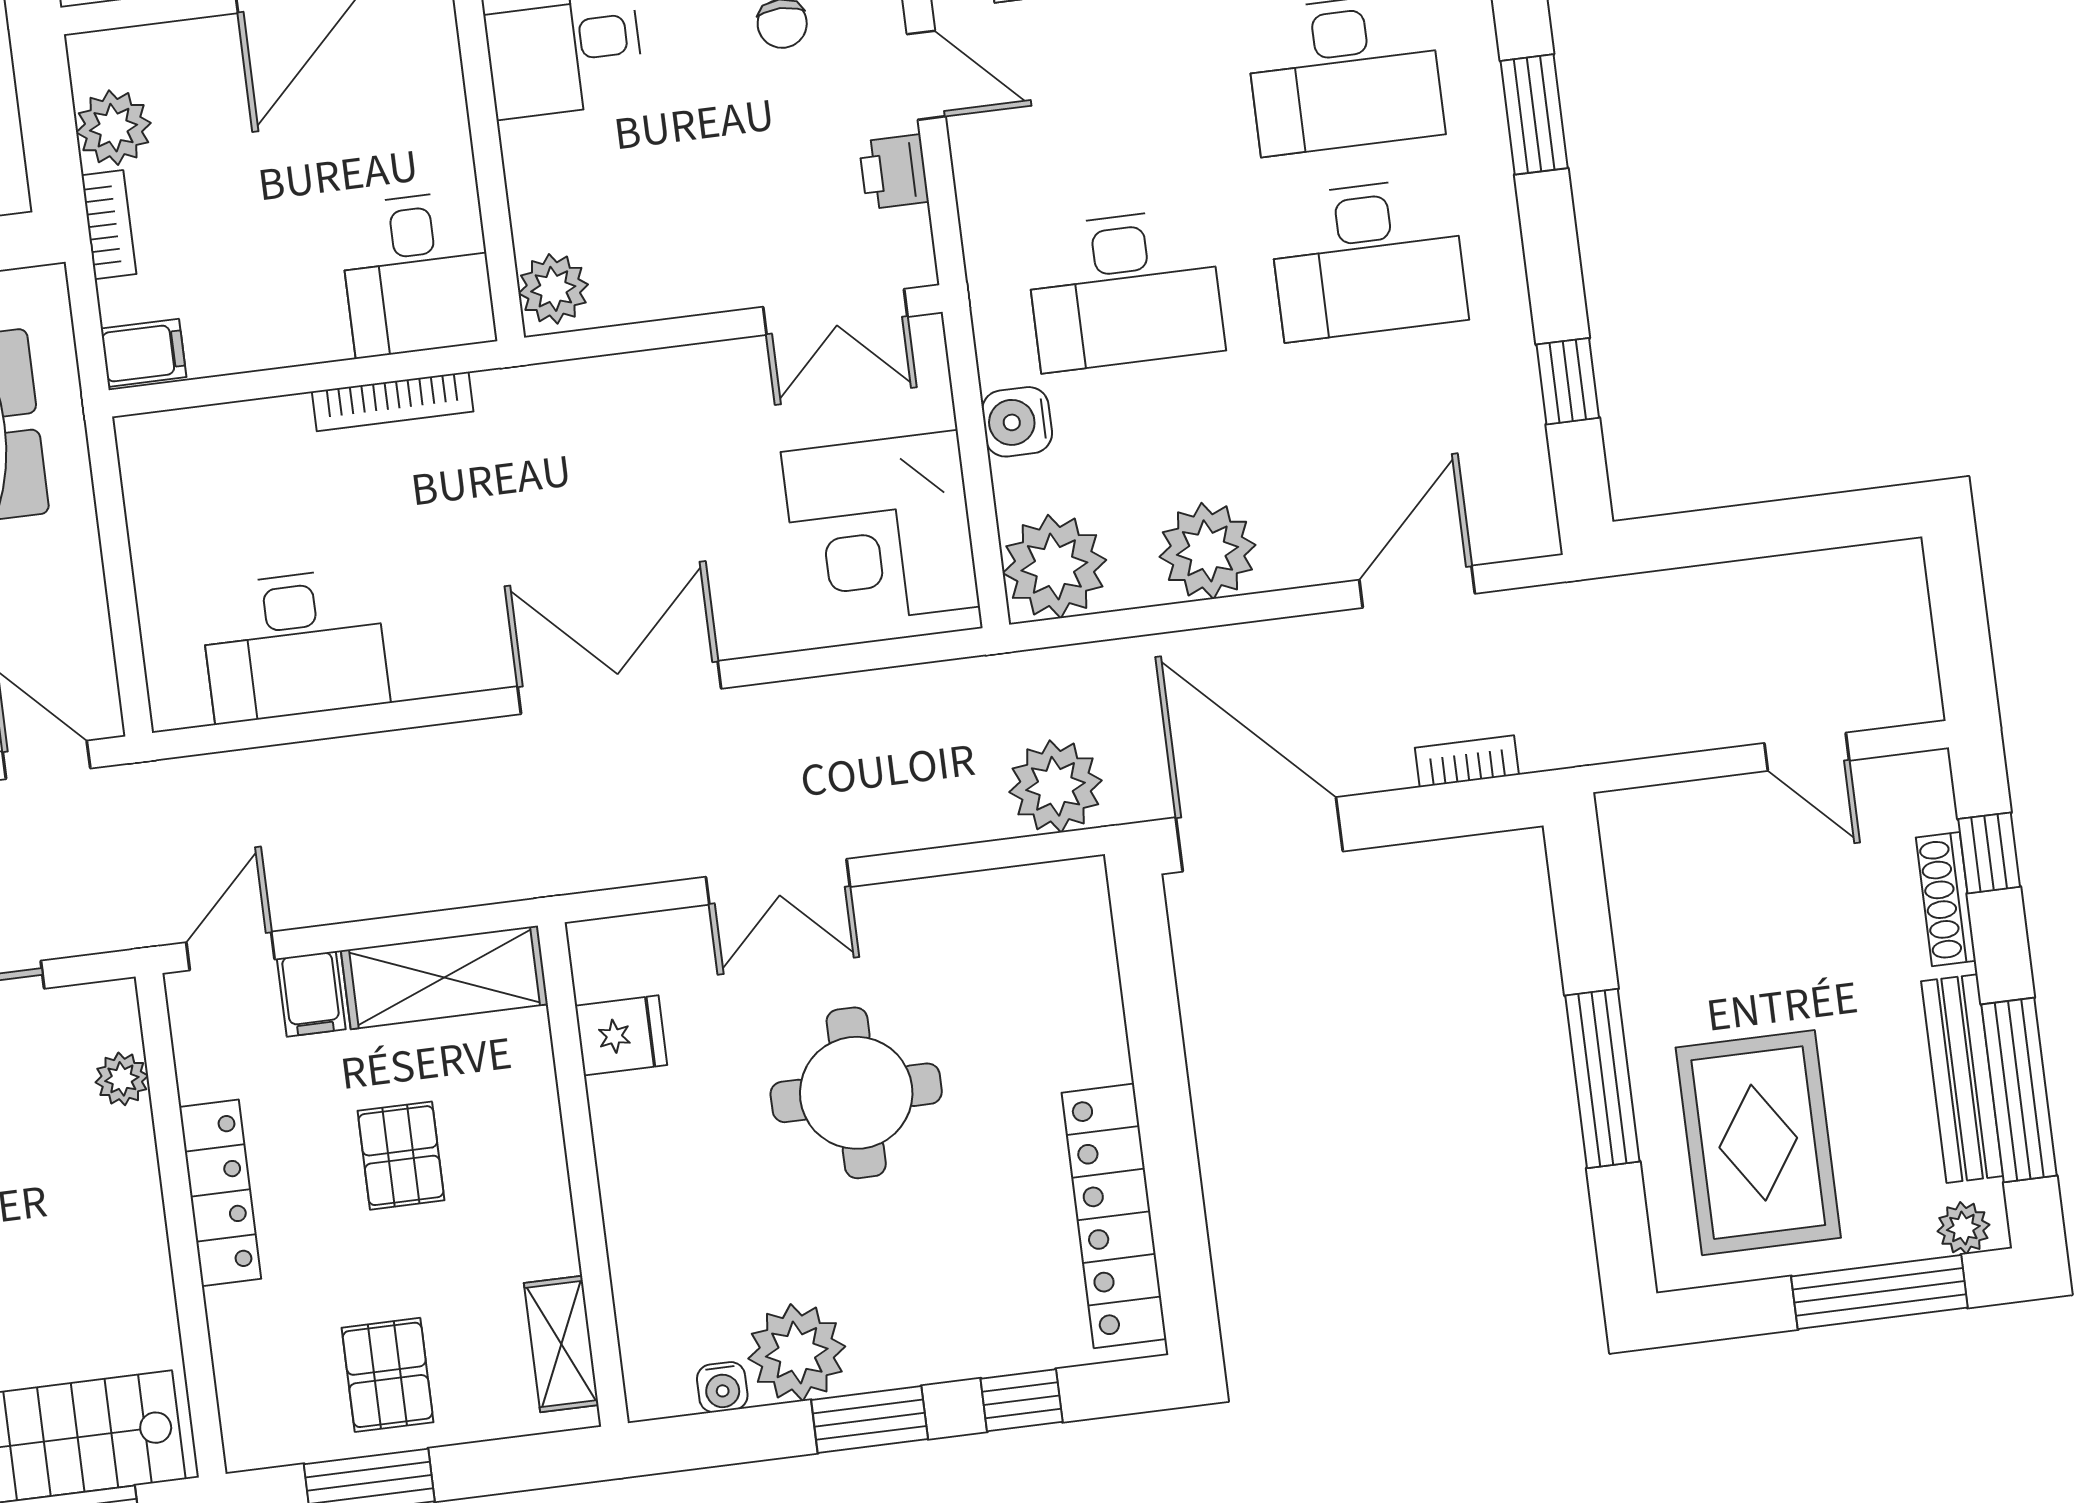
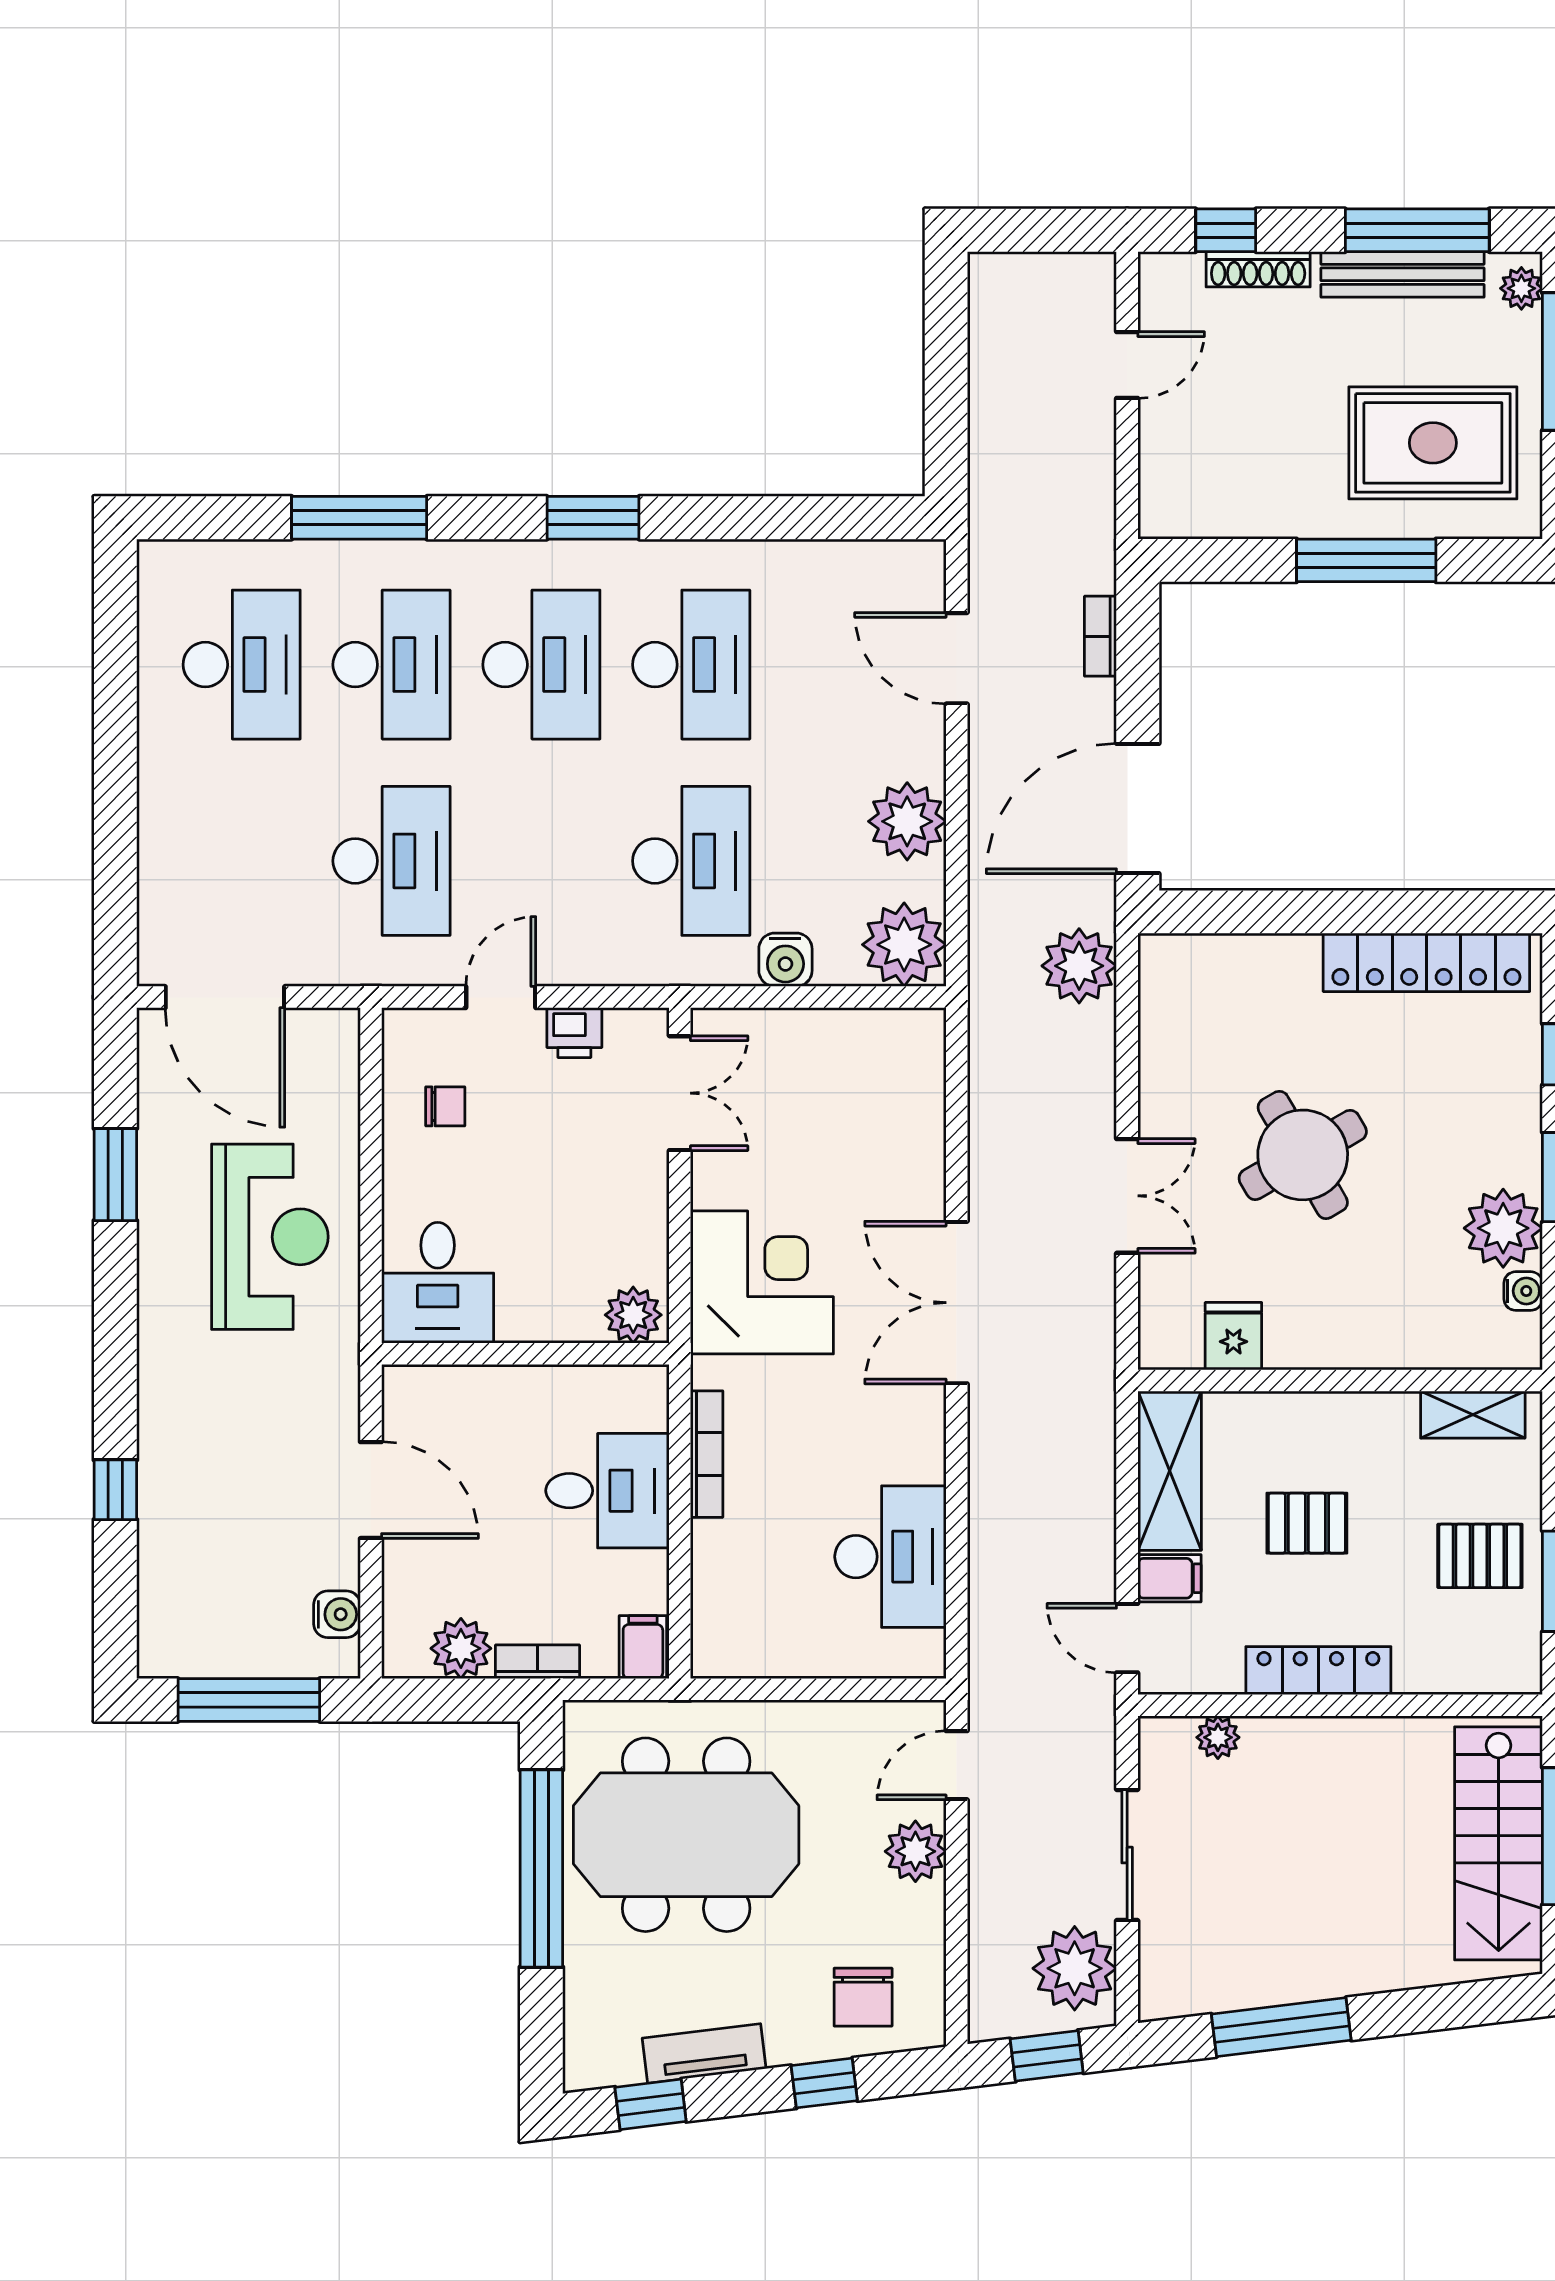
desk: (417, 274) -> (607, 1491), moved
window: (1568, 381) -> (808, 518), removed
corner desk: (880, 529) -> (762, 1282), moved, turned -90
round table: (856, 1093) -> (1303, 1155), turned -30

